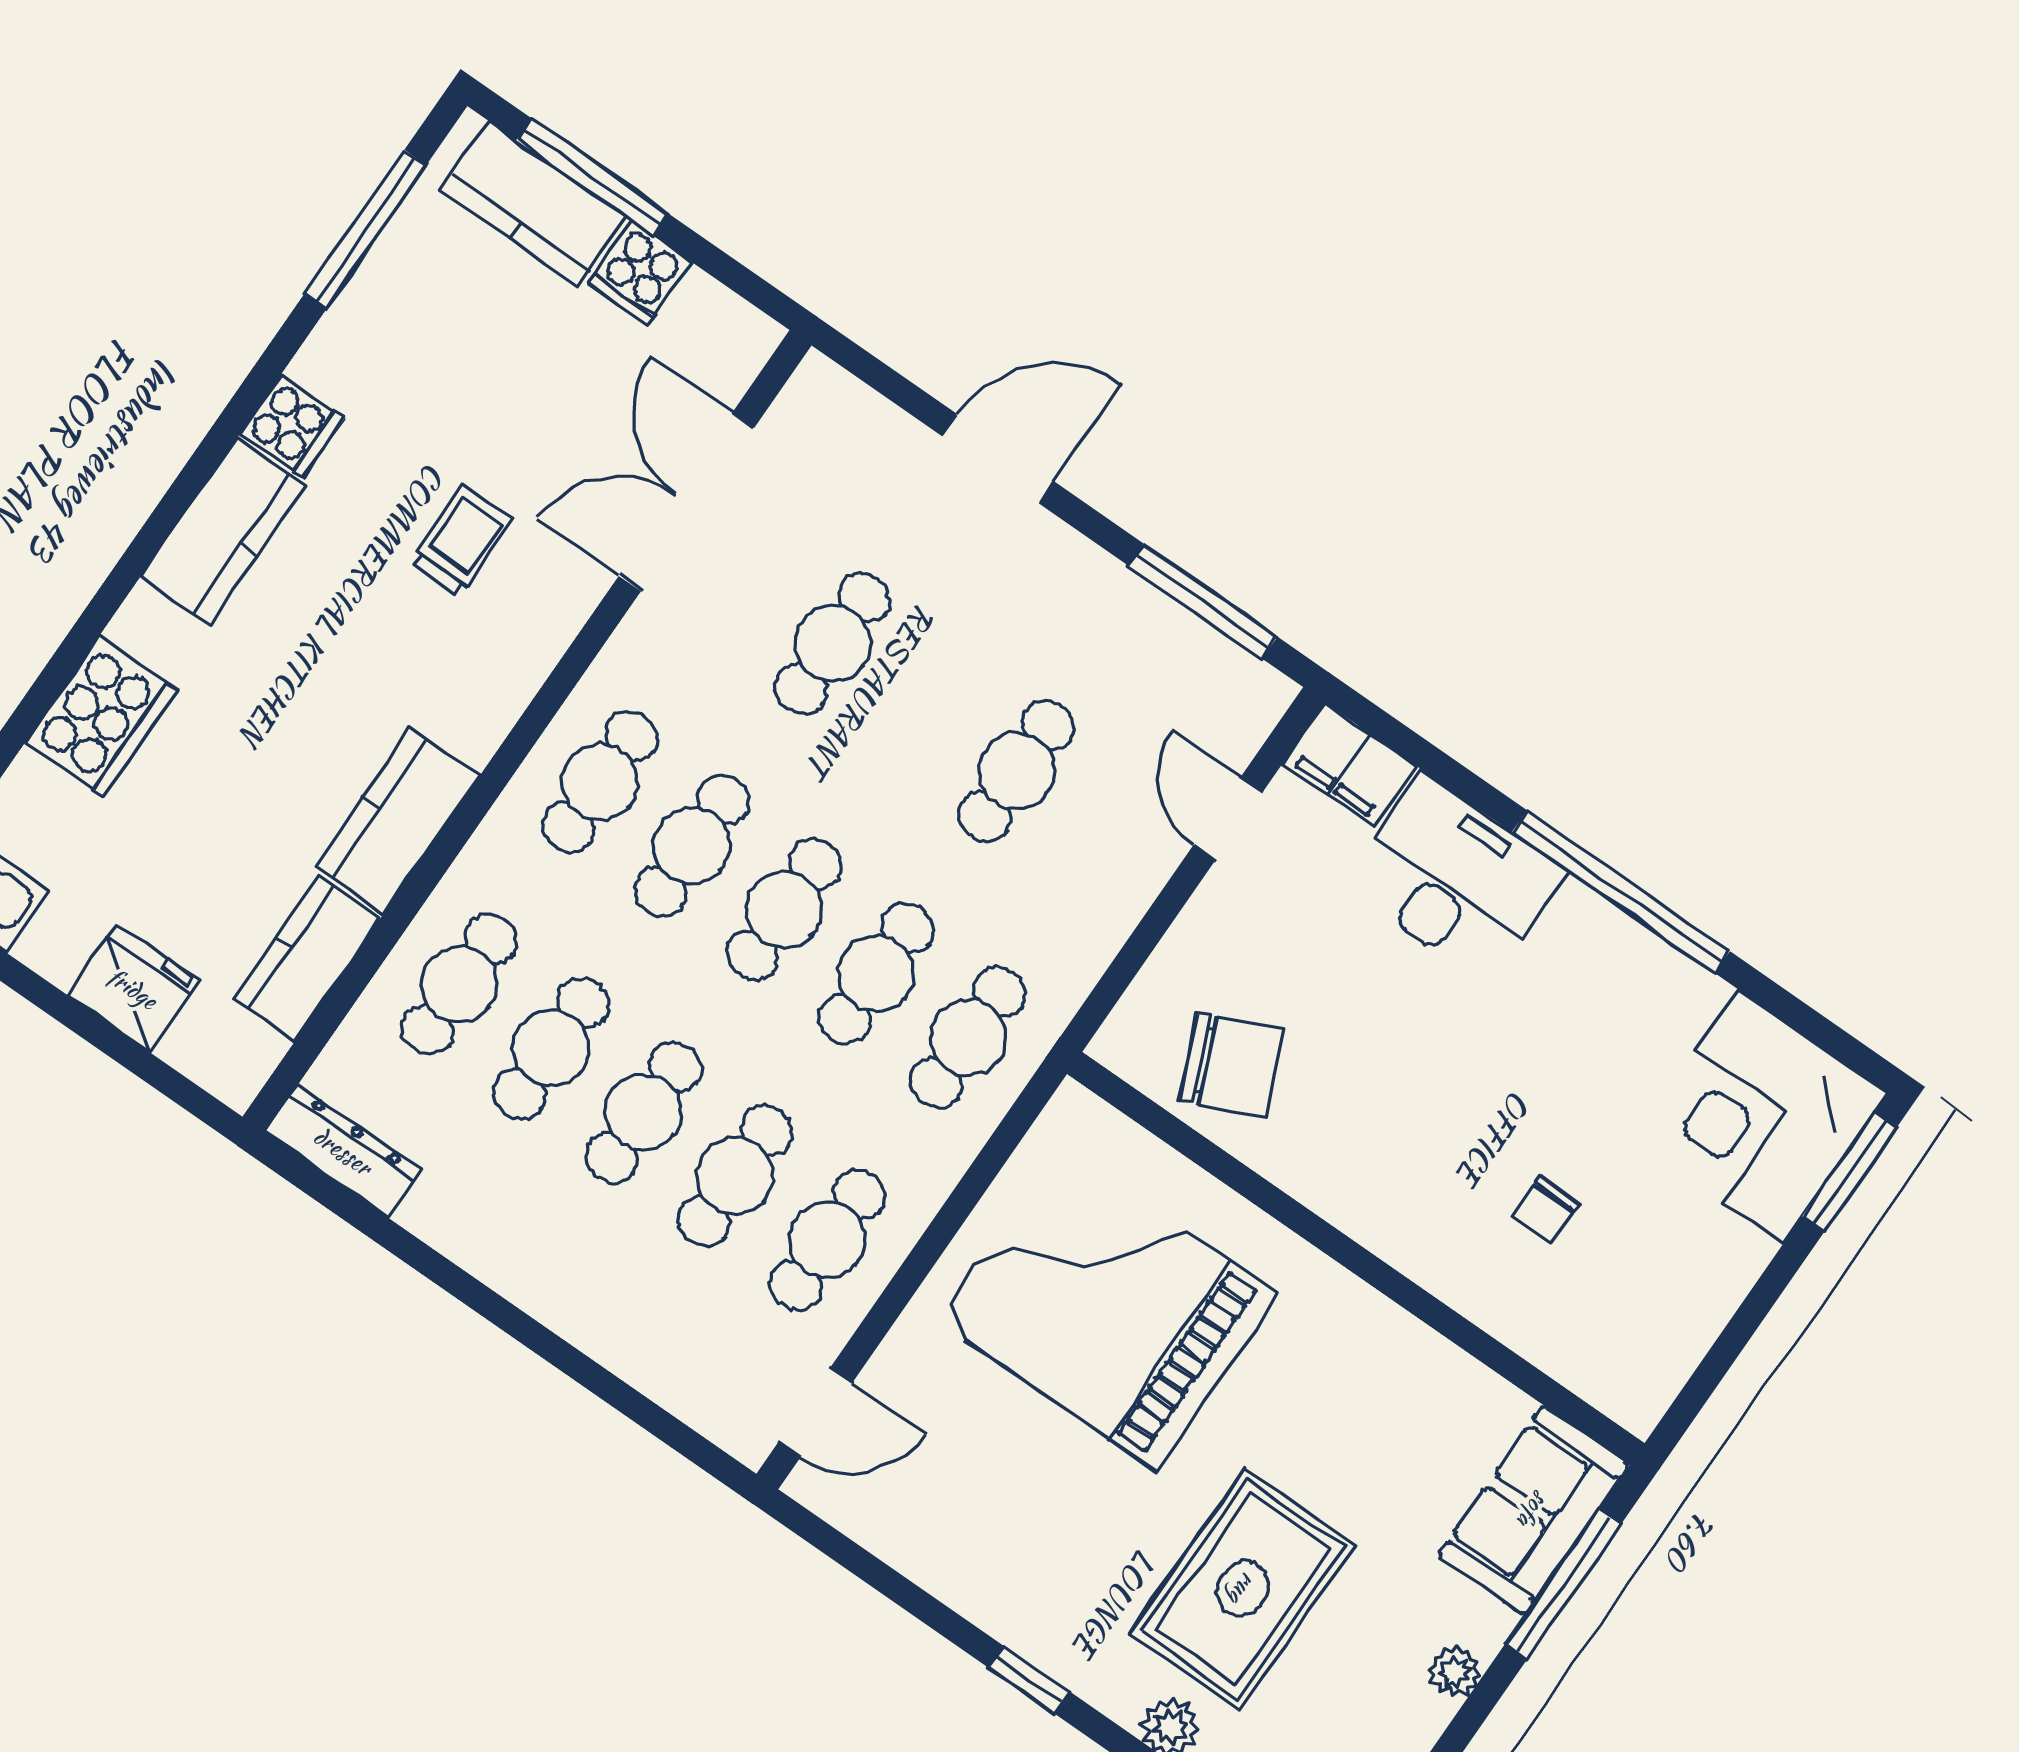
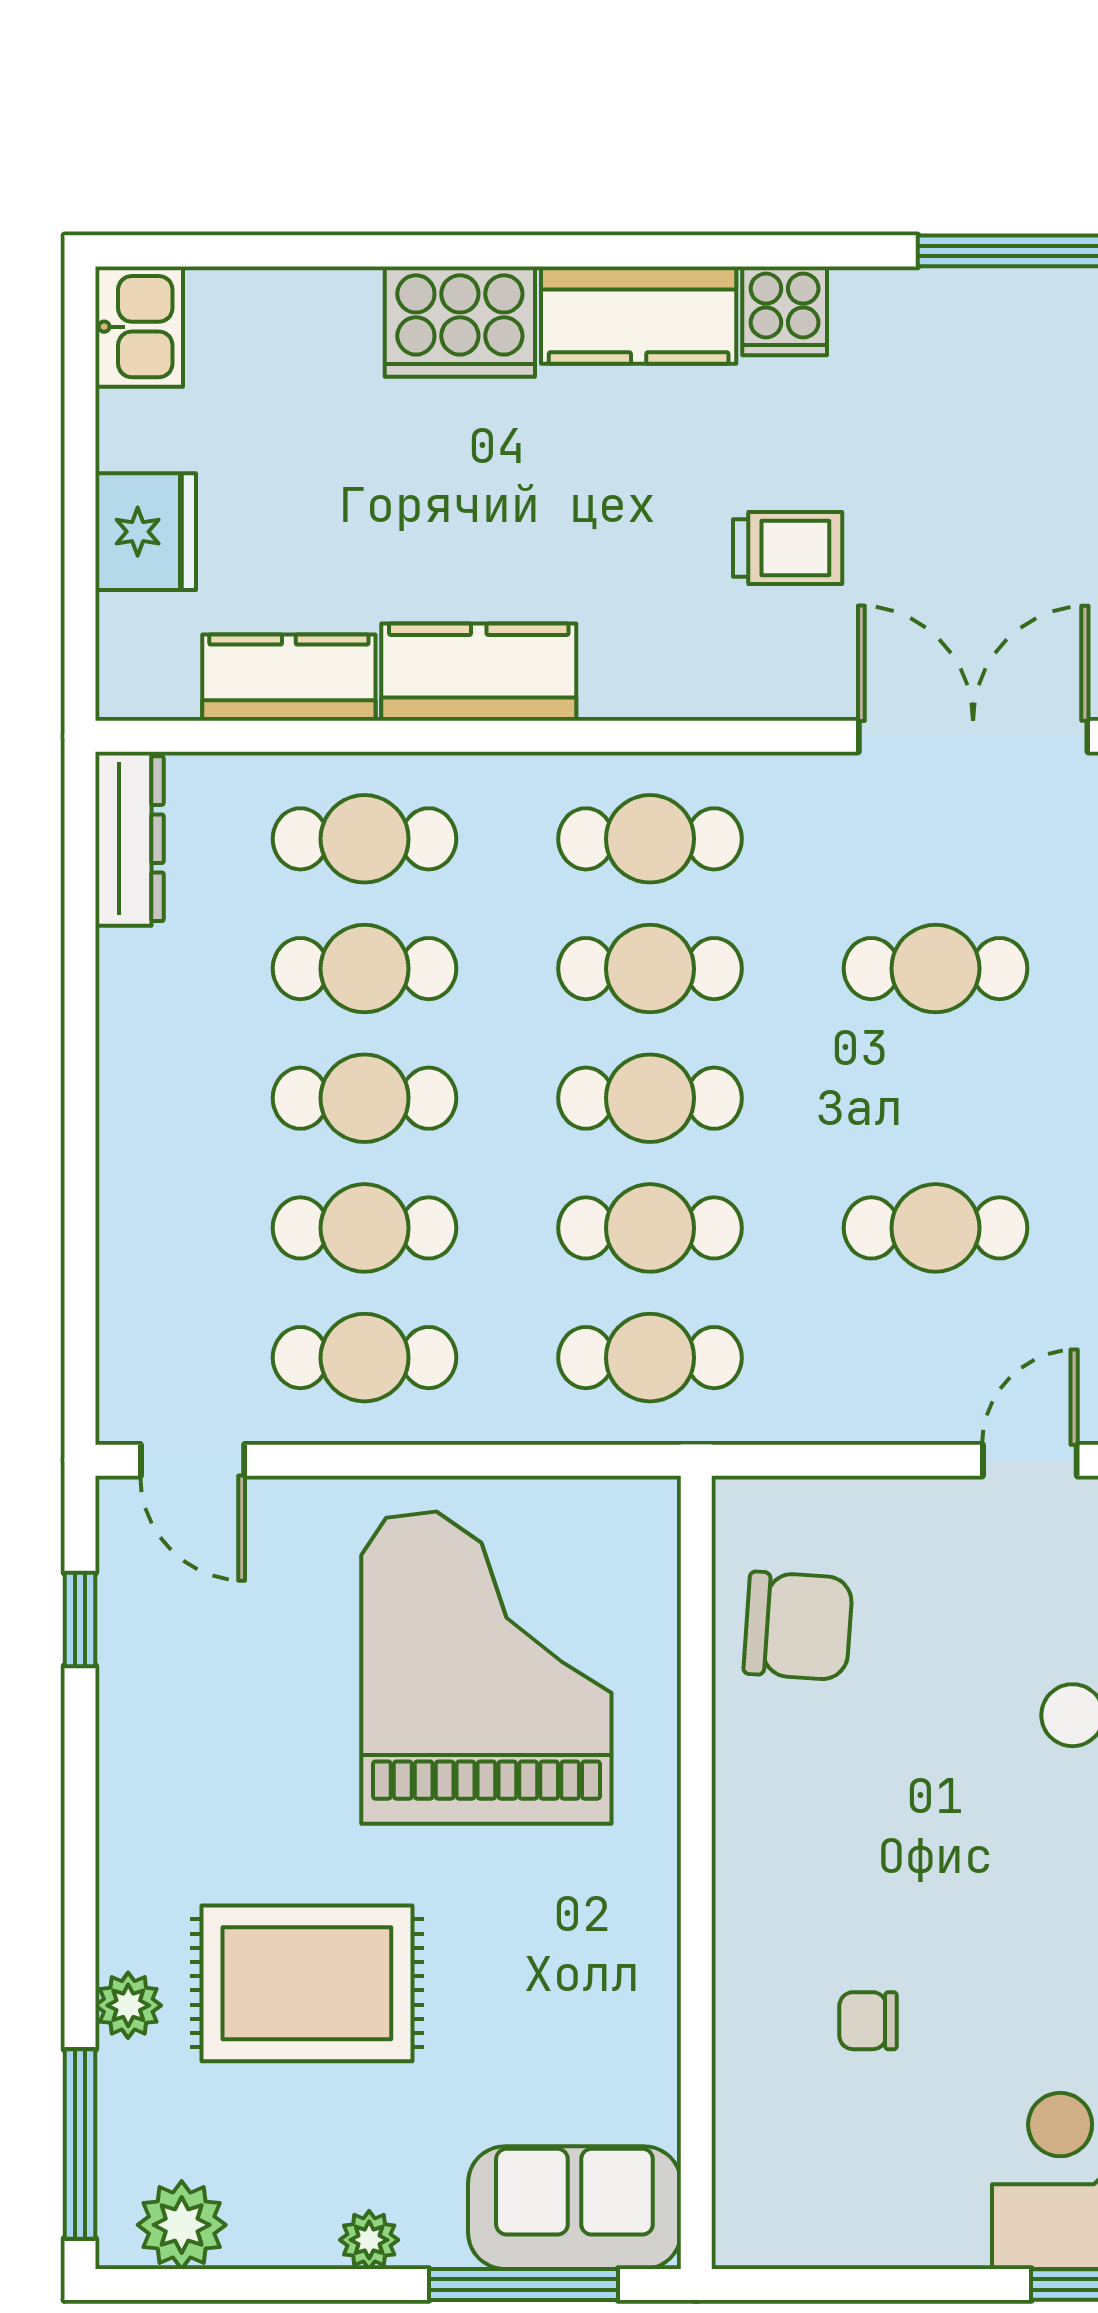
cooker: (101, 717) -> (460, 322), moved
chair: (1231, 1065) -> (798, 1626), turned -62
window: (1029, 1680) -> (80, 1619), moved

